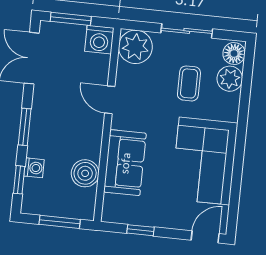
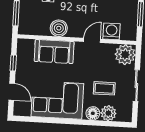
washing machine: (99, 40) -> (112, 31), moved, turned 90
floor lamp: (234, 53) -> (93, 113), moved
boiler: (85, 173) -> (59, 28), moved
door: (205, 237) -> (12, 92), moved

